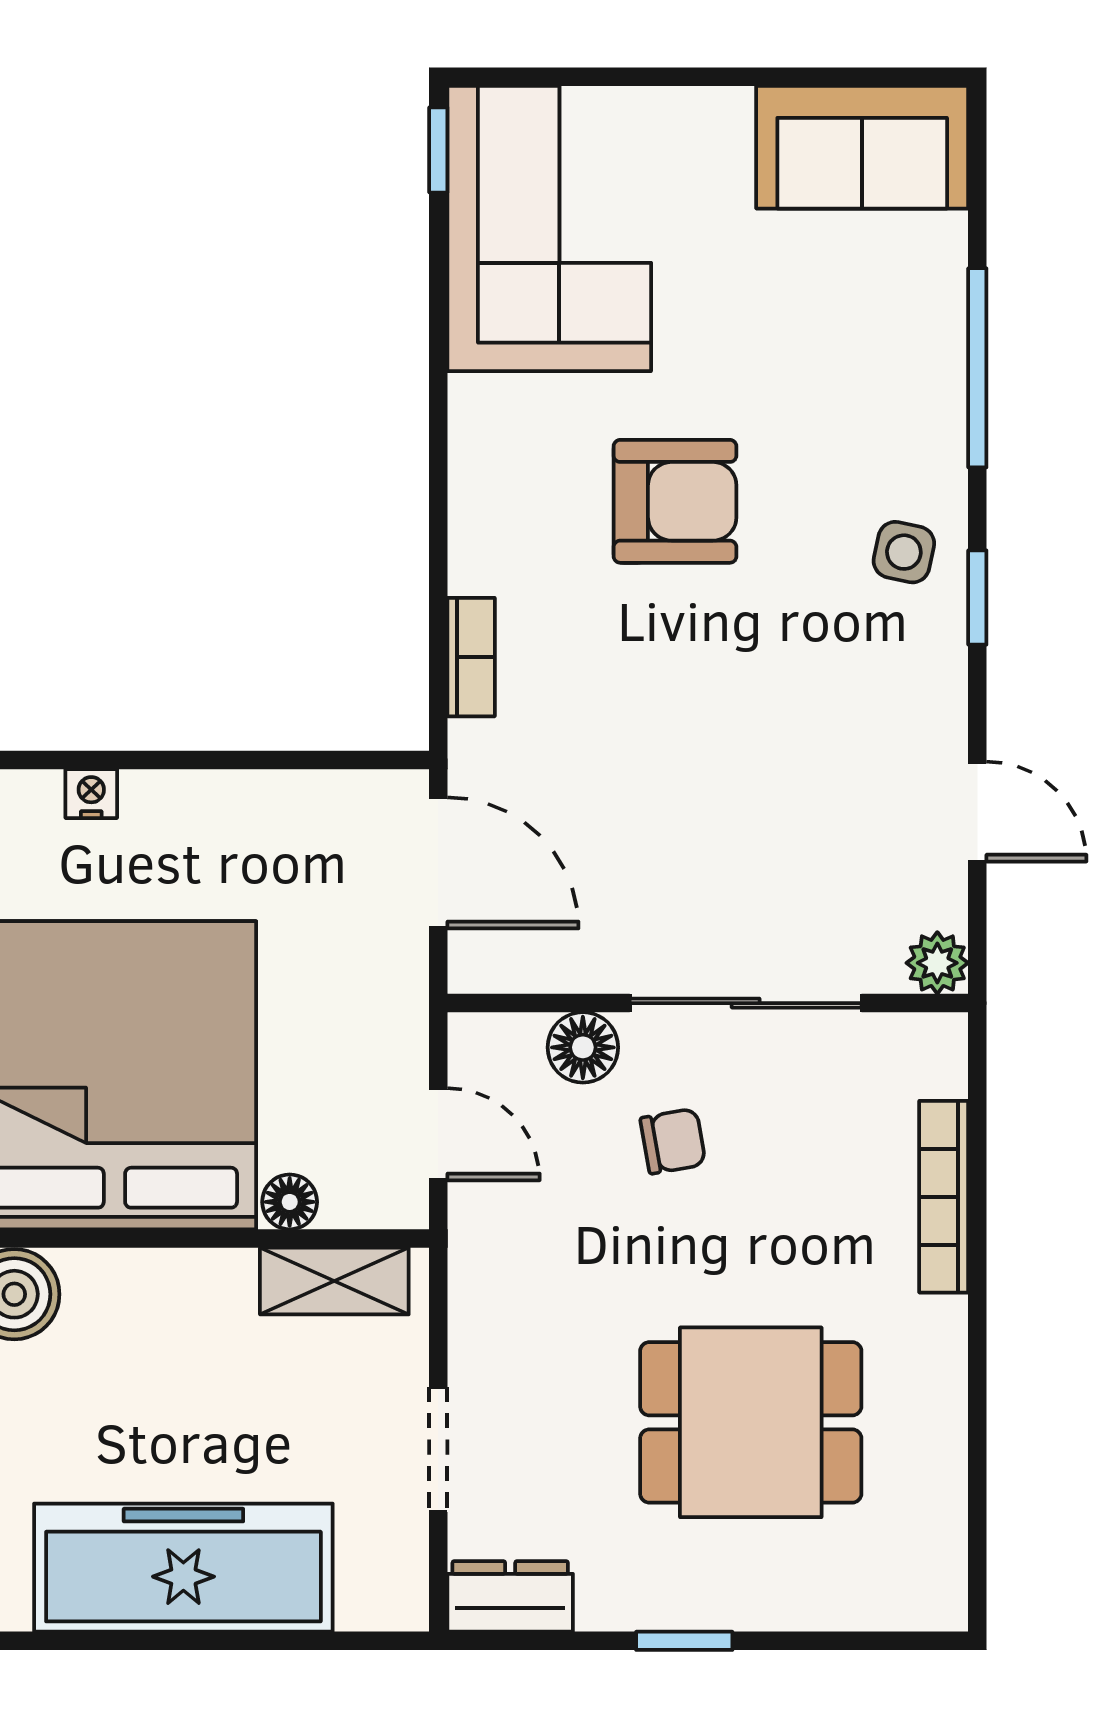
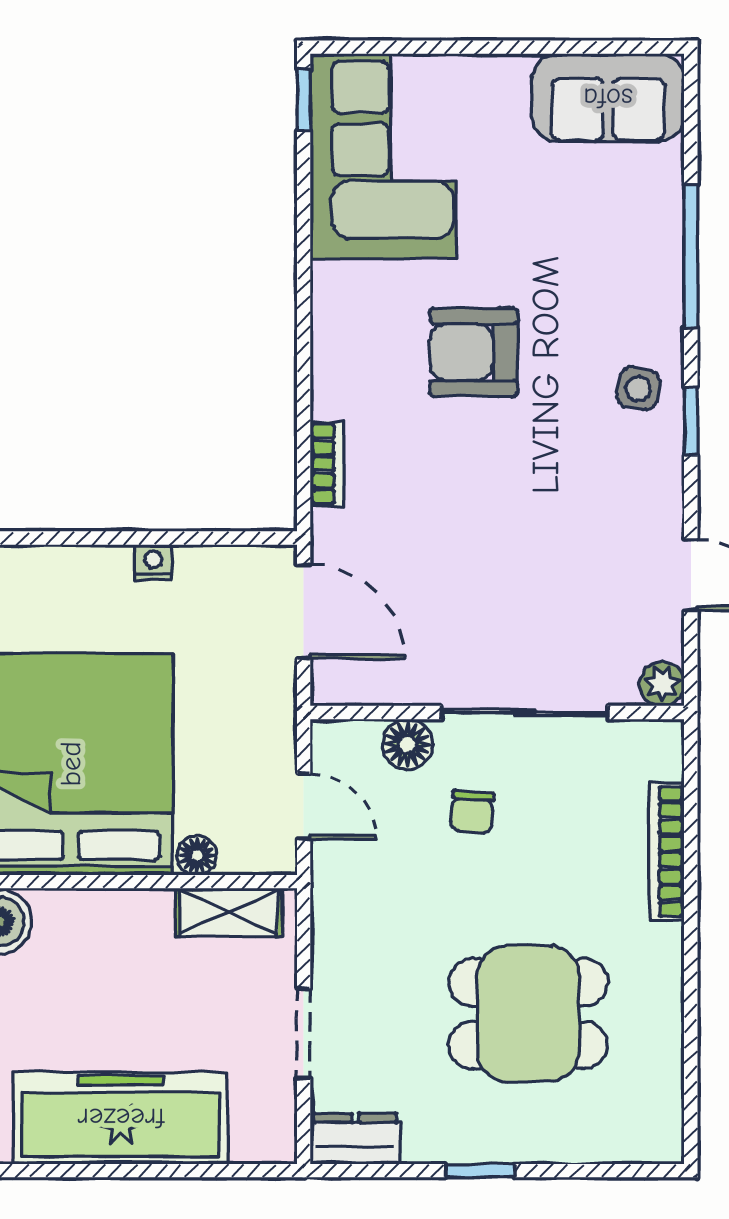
armchair: (675, 501) -> (474, 352), turned 180
nightstand: (91, 794) -> (153, 562), moved
chair: (673, 1141) -> (472, 812), turned 105

